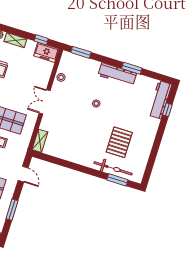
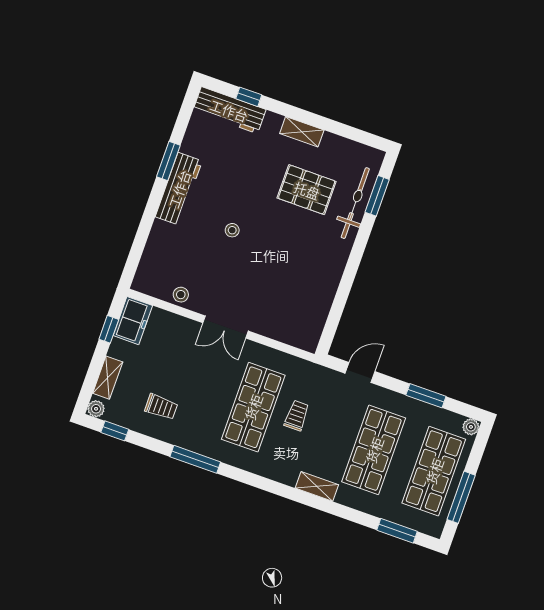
window: (81, 52) -> (135, 255), removed
shelving: (40, 141) -> (302, 132), moved

